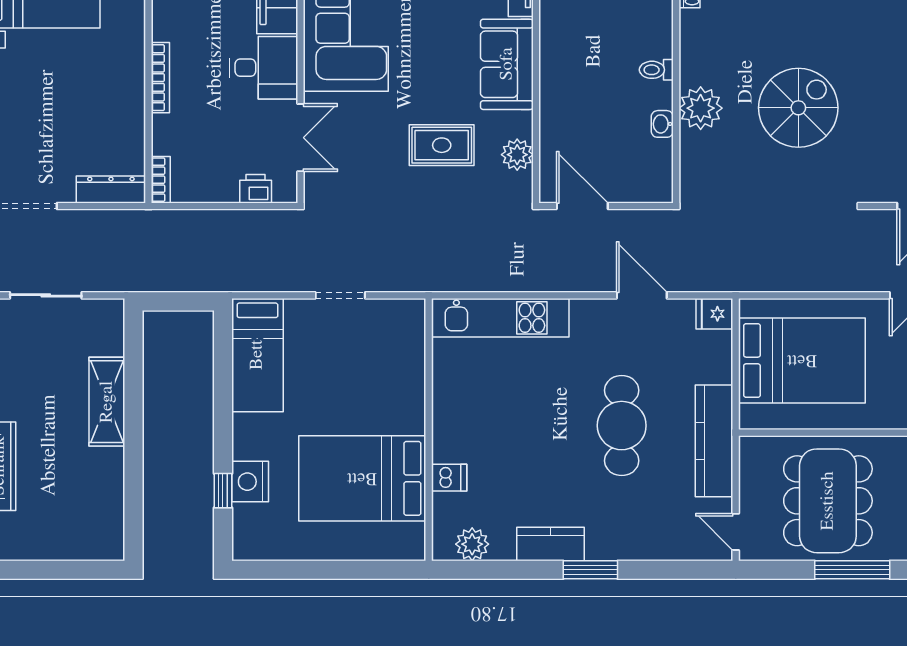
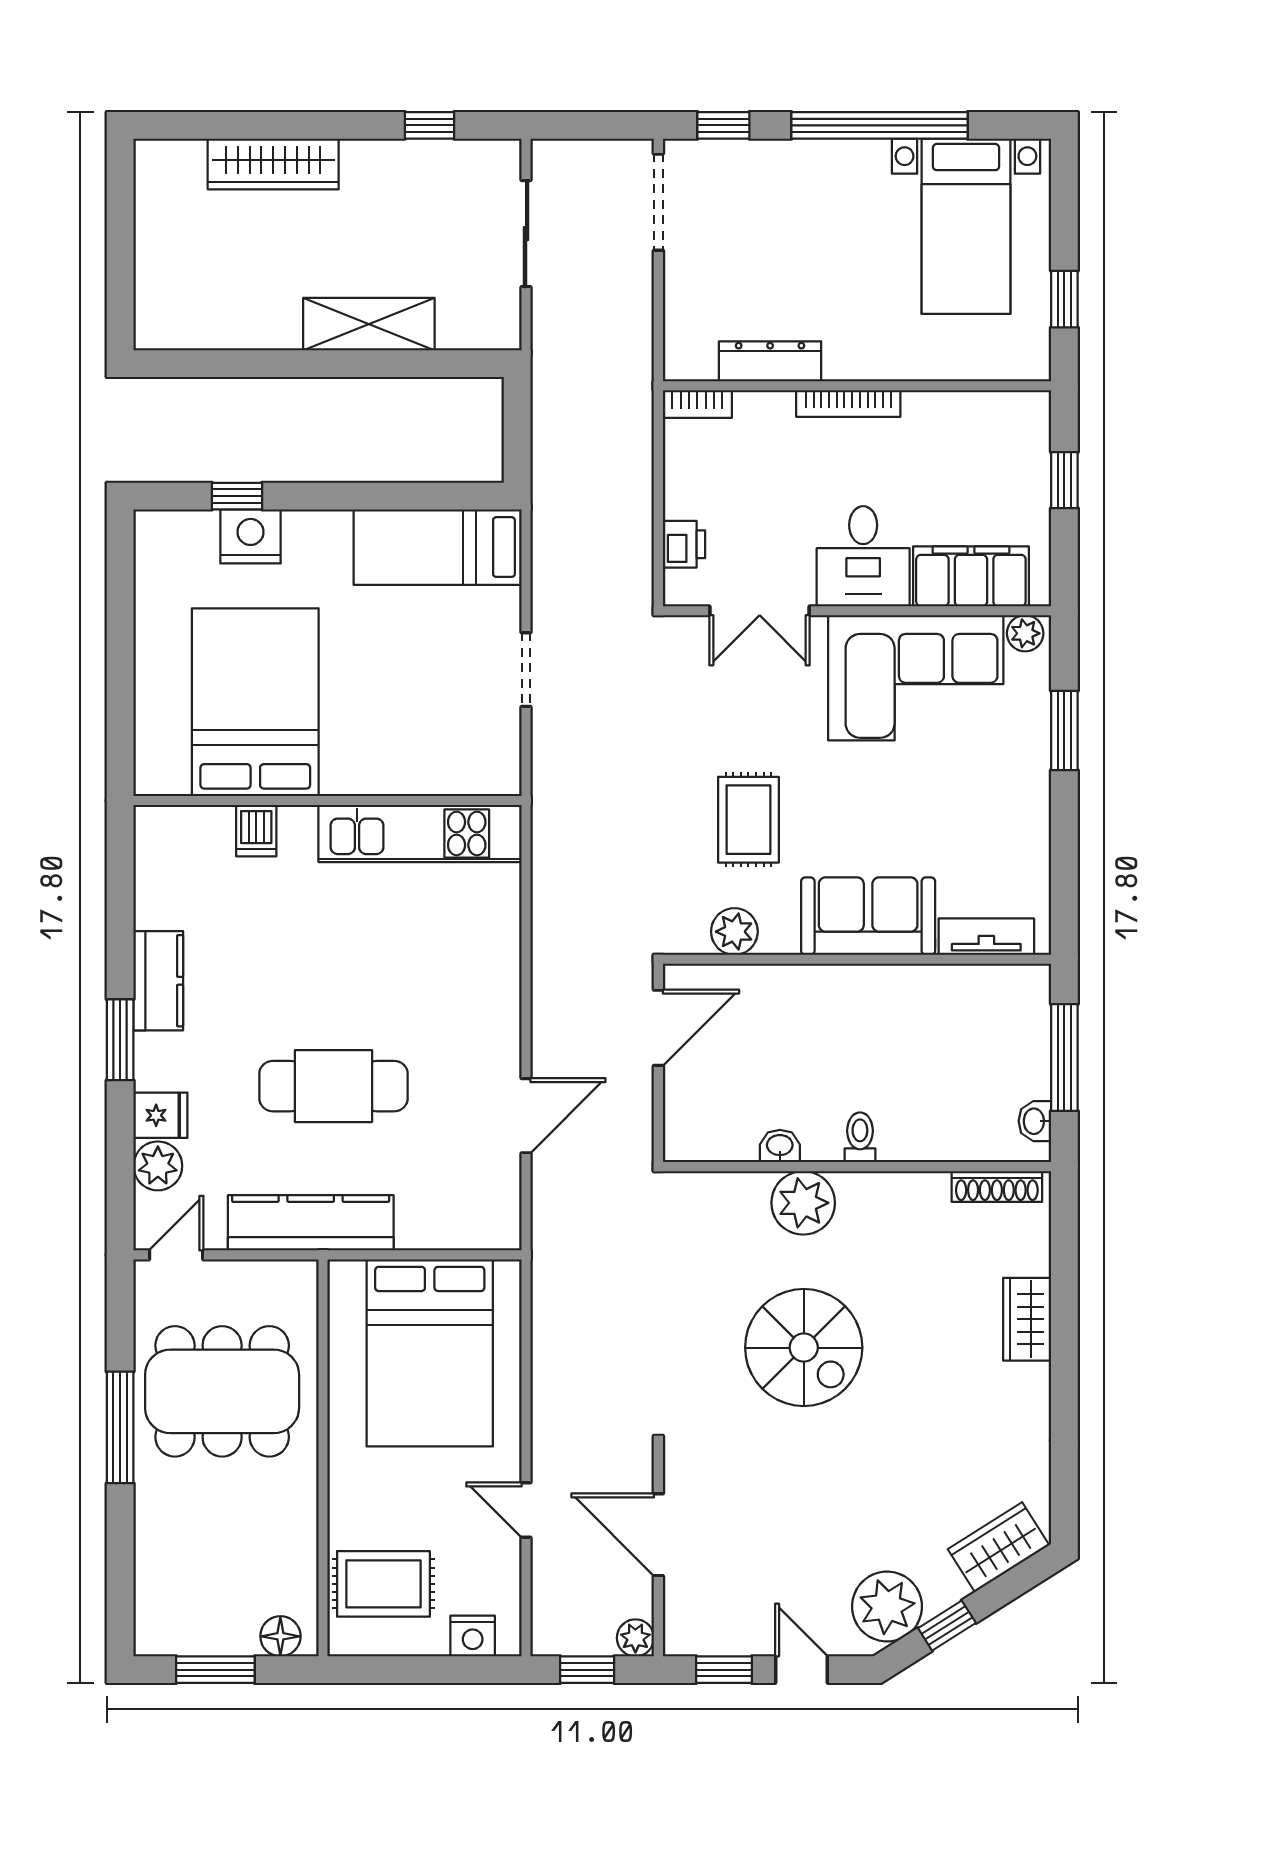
dresser: (111, 190) -> (770, 361), moved, turned -90
fridge: (714, 314) -> (160, 1115), moved, turned 90
kitchen unit: (500, 318) -> (420, 833), moved, turned -90
plant: (472, 544) -> (158, 1166), moved

